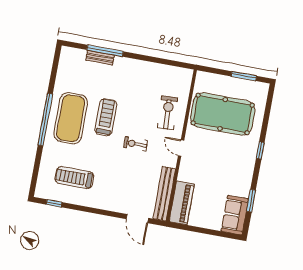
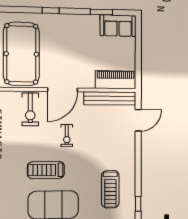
exercise bike: (168, 113) -> (30, 109), turned -87
door: (181, 148) -> (63, 90), width x1.88

